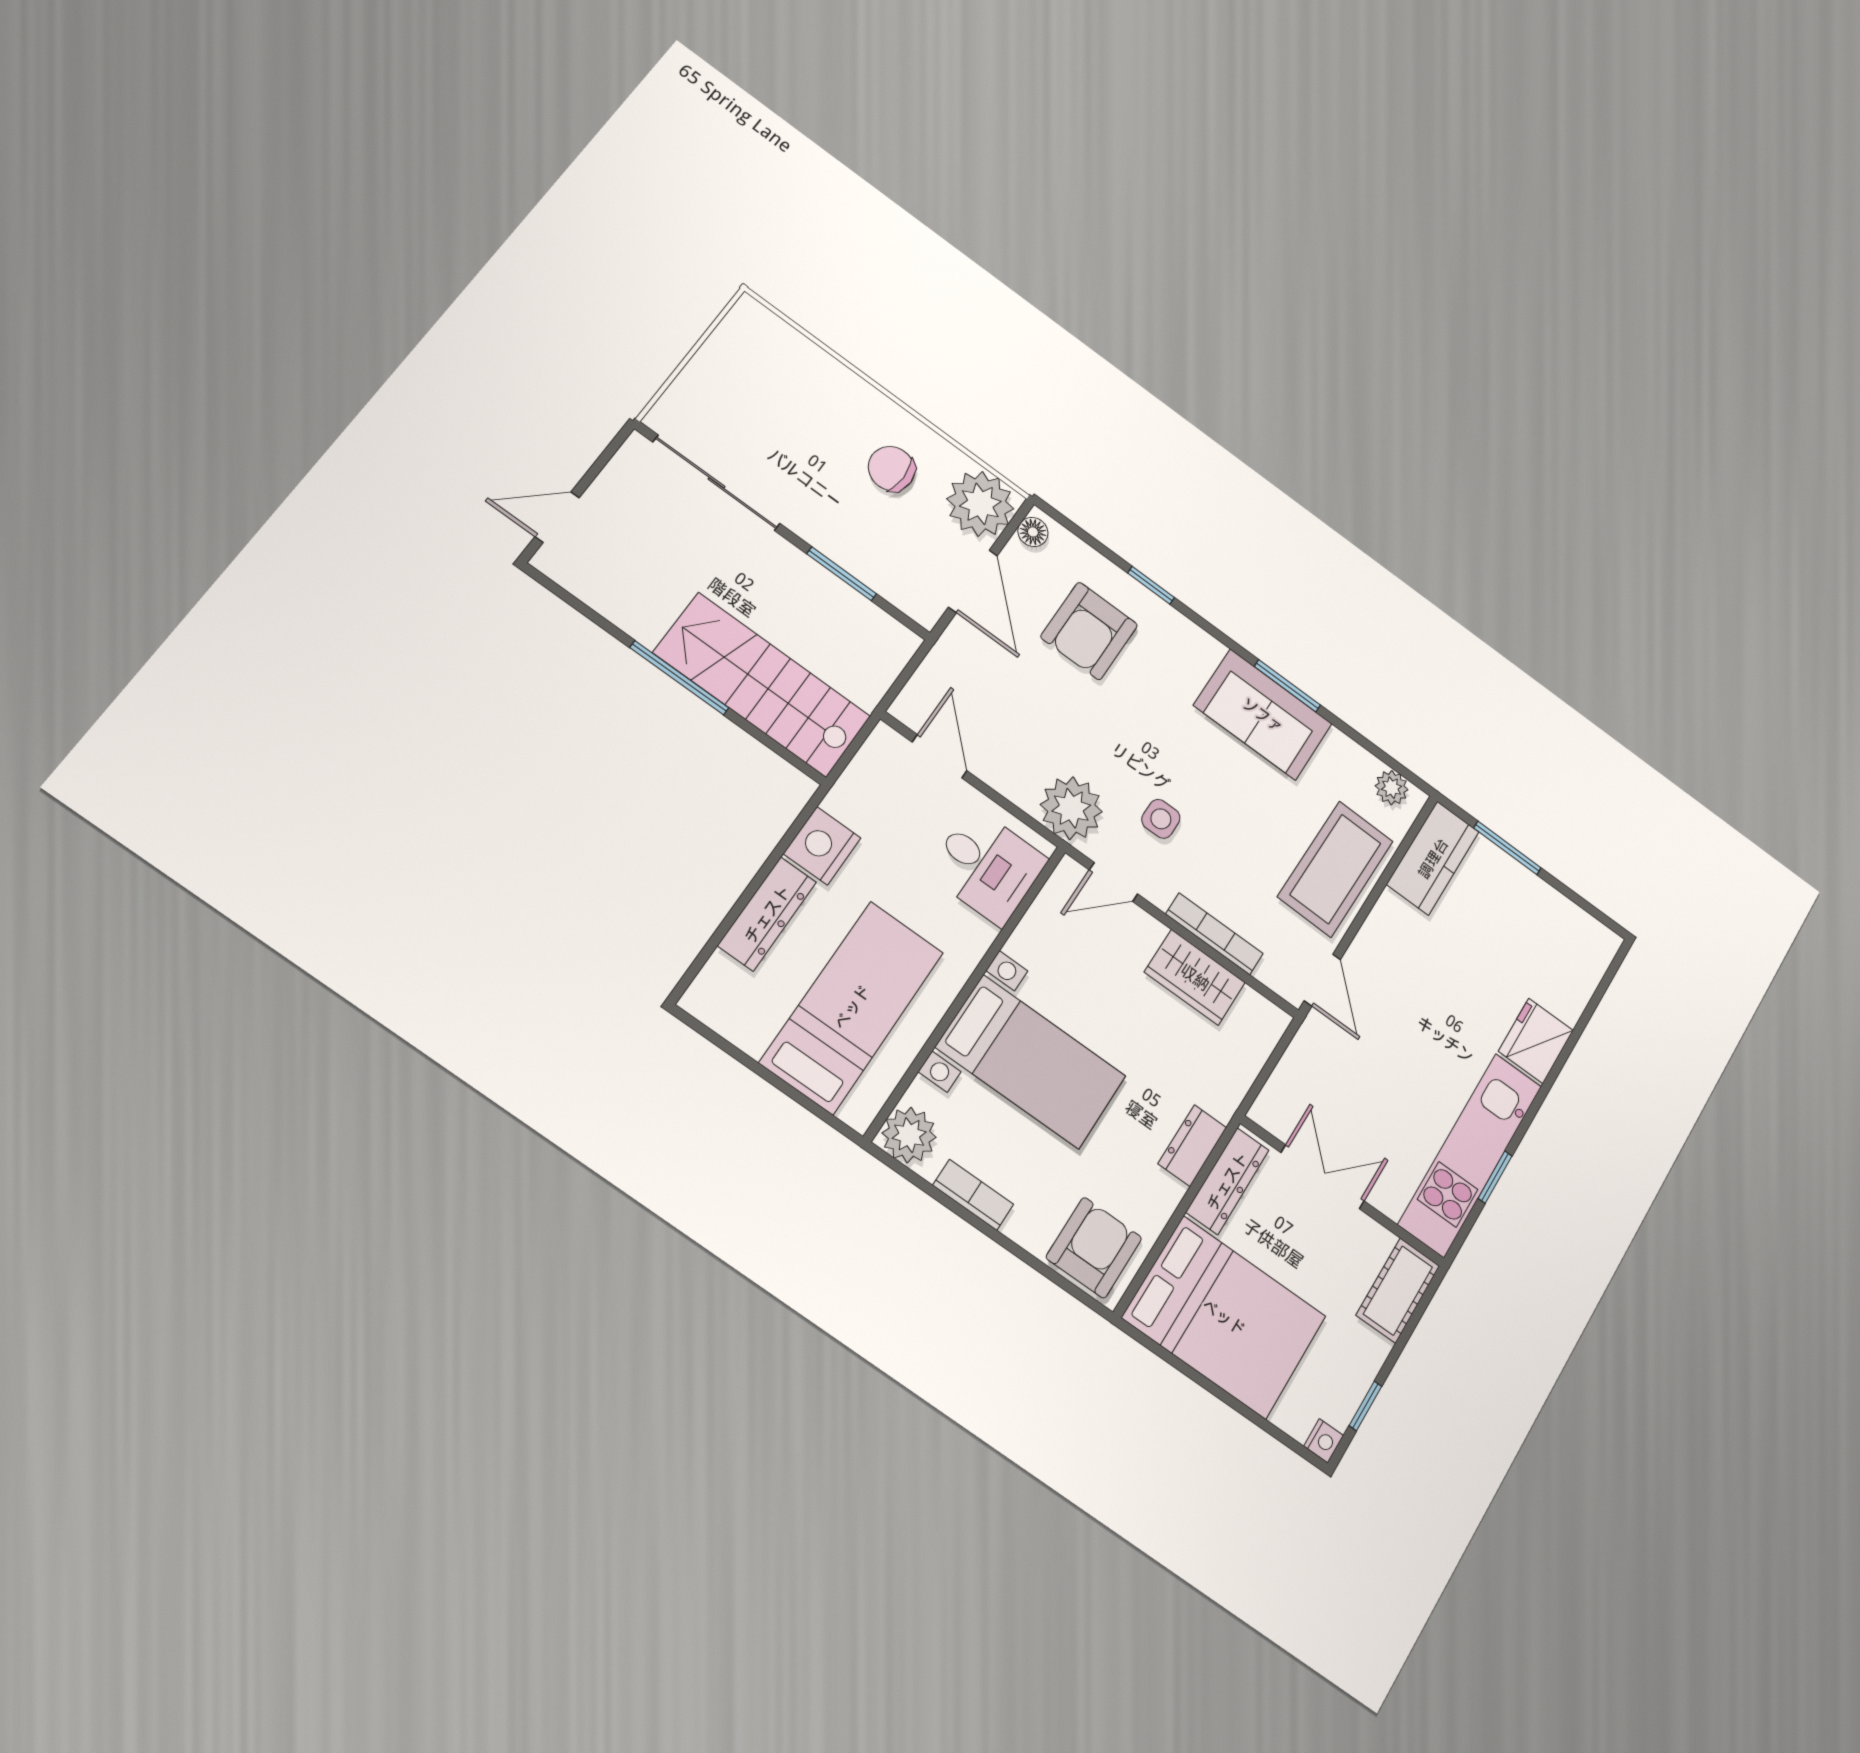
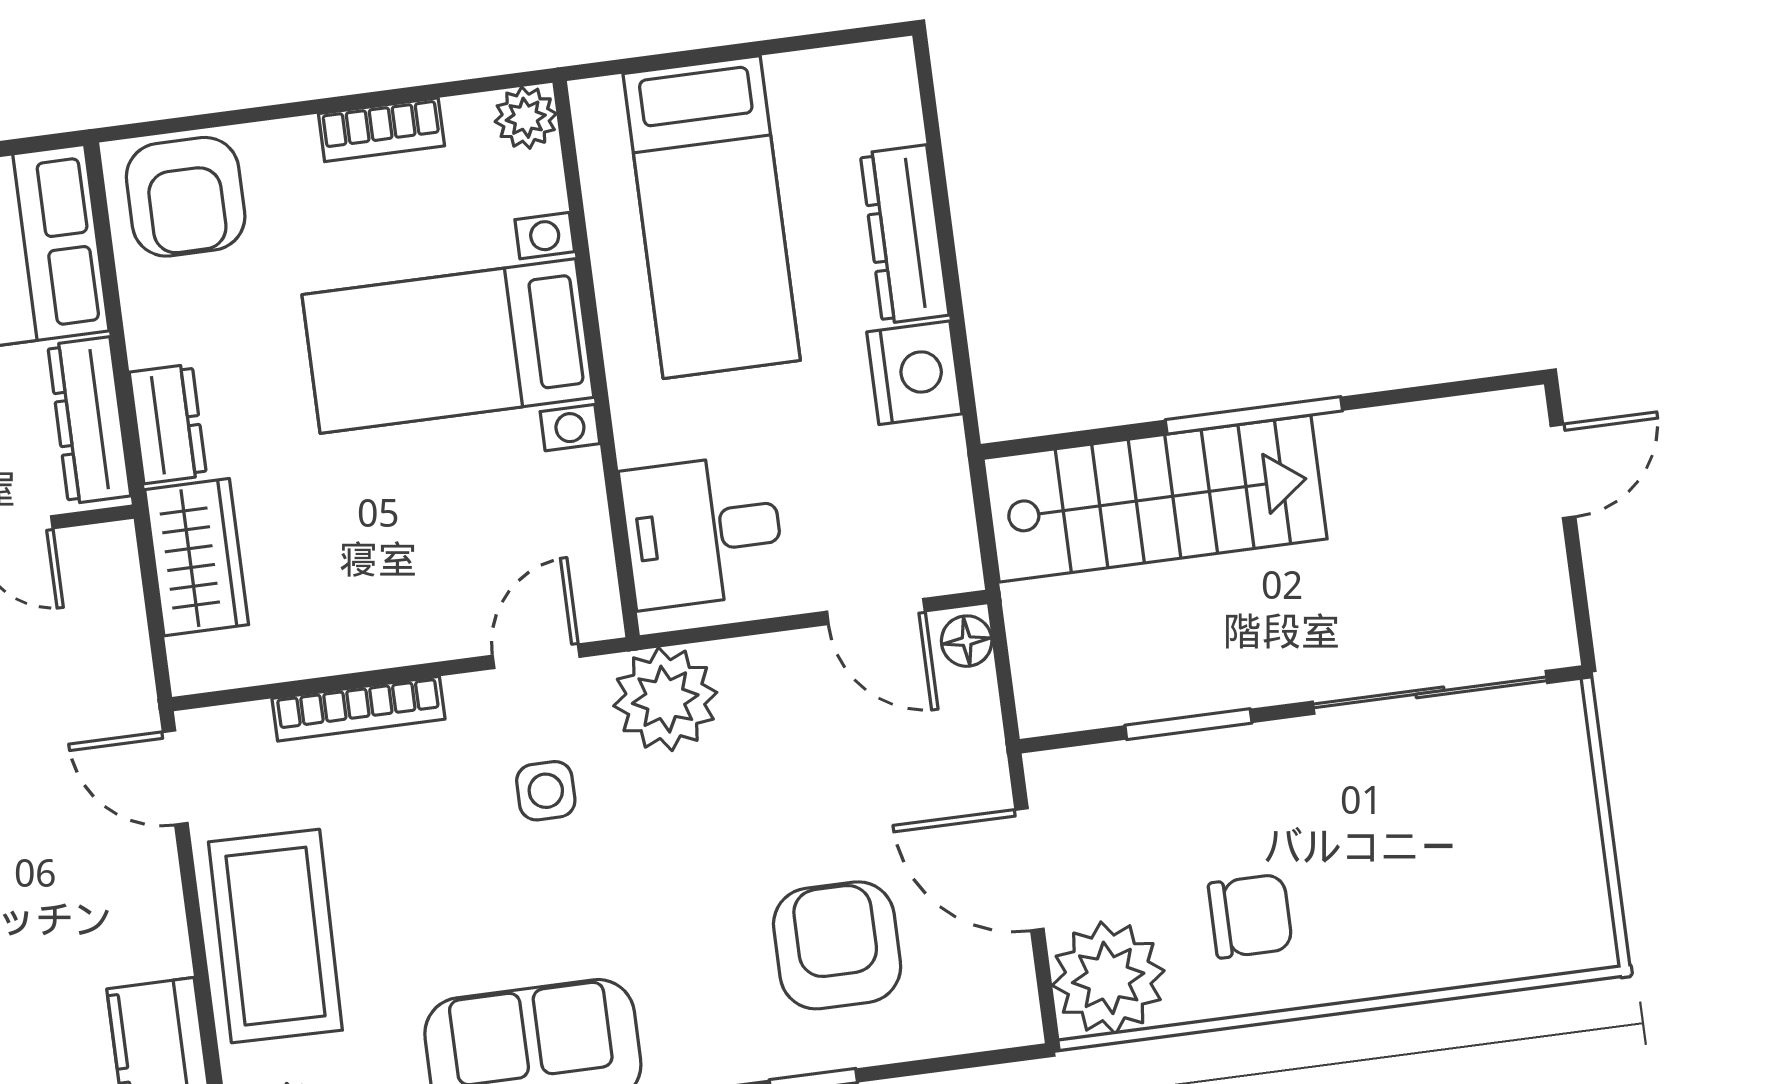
floor lamp: (1033, 532) -> (967, 641), moved
wardrobe: (1195, 977) -> (197, 557), moved, turned 90
plant: (909, 1135) -> (526, 118), width x0.73, depth x0.73

